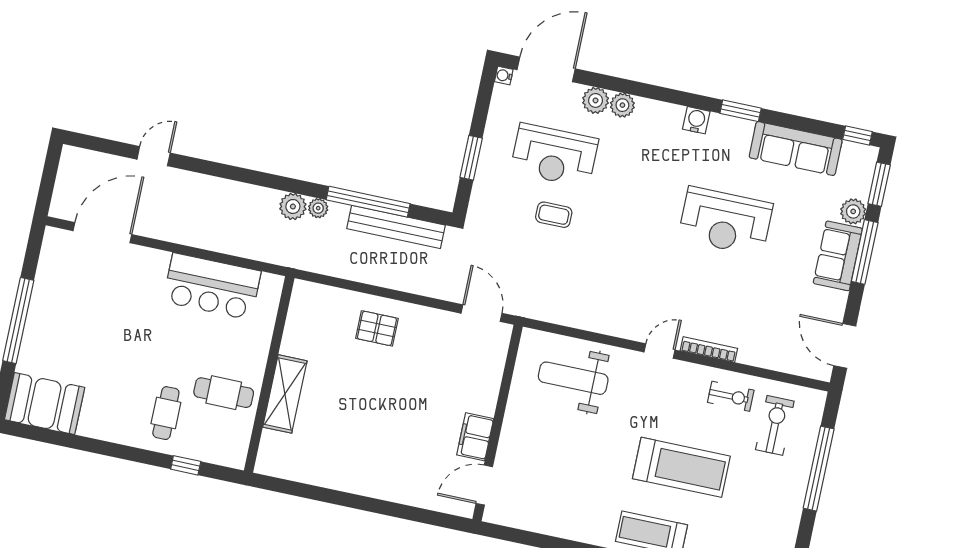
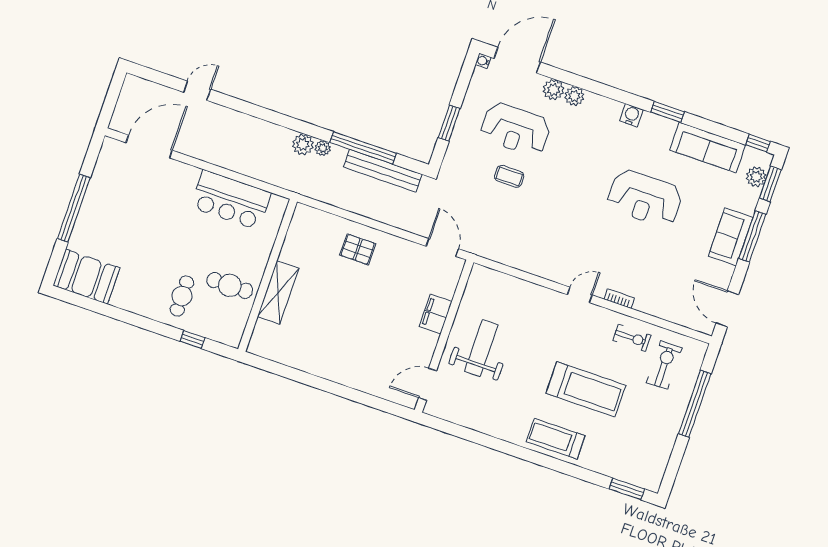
plant: (853, 211) -> (756, 177), moved
bookcase: (709, 349) -> (619, 298), width x0.64
weight bench: (573, 378) -> (481, 348), moved, turned 90
filing cabinet: (475, 437) -> (436, 314), moved

